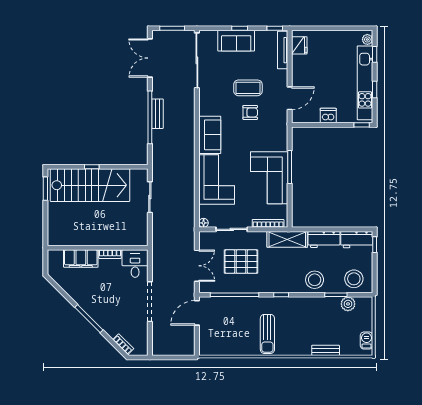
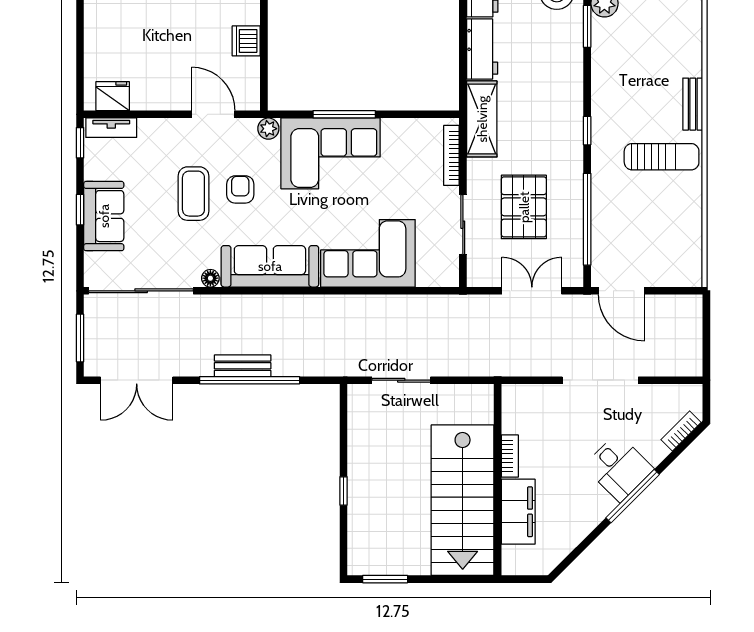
tv unit: (283, 50) -> (111, 128), width x0.71
plant: (282, 127) -> (268, 129), added
sofa: (210, 135) -> (270, 266), width x1.36
corner sofa: (269, 178) -> (331, 153), moved
stairs: (90, 185) -> (463, 500), moved, turned 180
floor lamp: (204, 223) -> (210, 278), moved
desk: (135, 264) -> (619, 467), moved, turned -135
stool: (315, 280) -> (559, 67), removed
bench: (326, 350) -> (693, 104), moved

